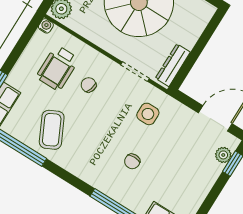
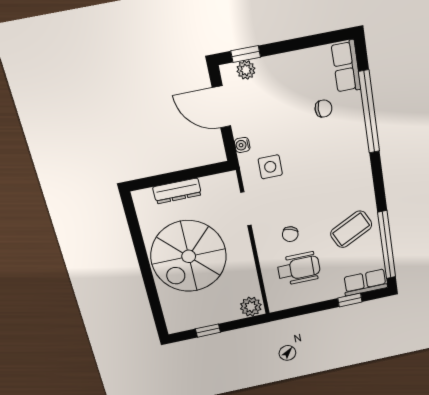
water cooler: (46, 26) -> (242, 145), moved
dresser: (173, 65) -> (177, 191), moved
chair: (132, 161) -> (323, 109), moved

